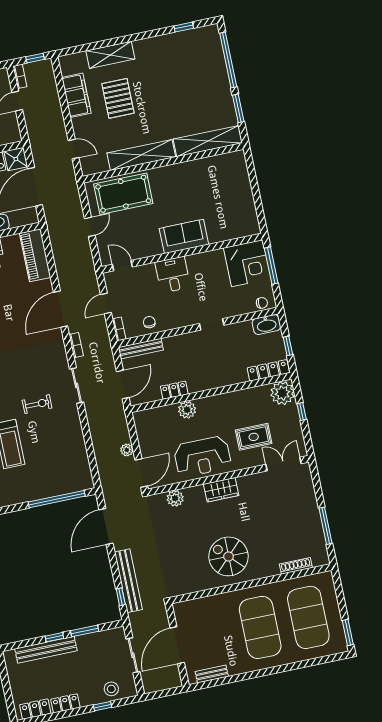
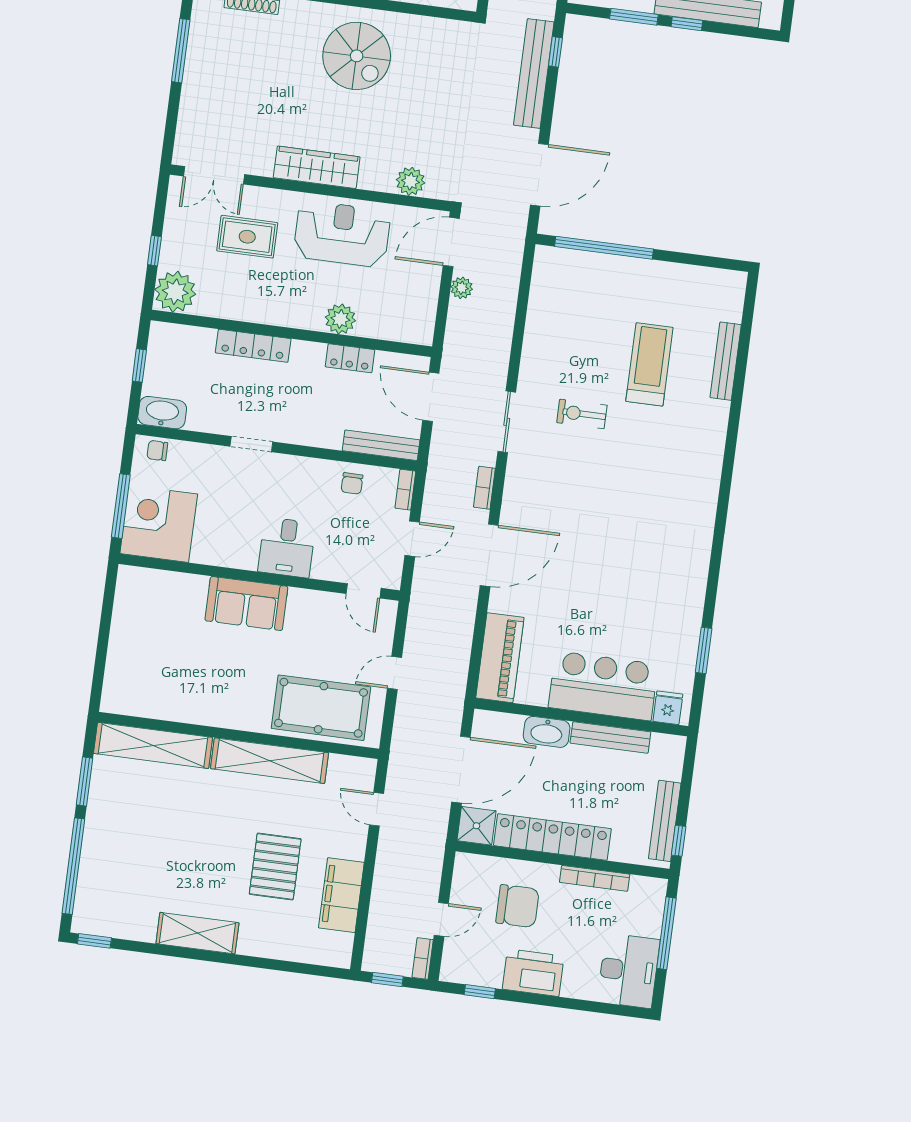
window: (184, 27) -> (94, 941), moved
shelving: (110, 55) -> (197, 933), moved
locker: (268, 370) -> (253, 346), moved
door: (123, 385) -> (431, 397), hinge flipped
wardrobe: (221, 490) -> (317, 167), width x1.50

